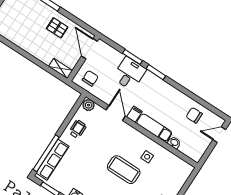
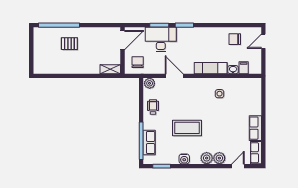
pallet: (57, 28) -> (69, 44), moved
door: (89, 49) -> (122, 40), swing flipped
desk: (129, 74) -> (161, 39), width x1.37
filing cabinet: (134, 114) -> (244, 68), moved
row of seats: (53, 160) -> (149, 143), width x0.68
coffee table: (124, 170) -> (187, 128), moved

